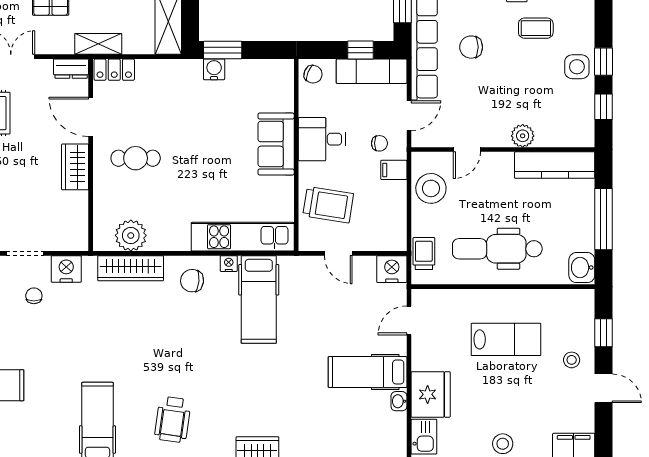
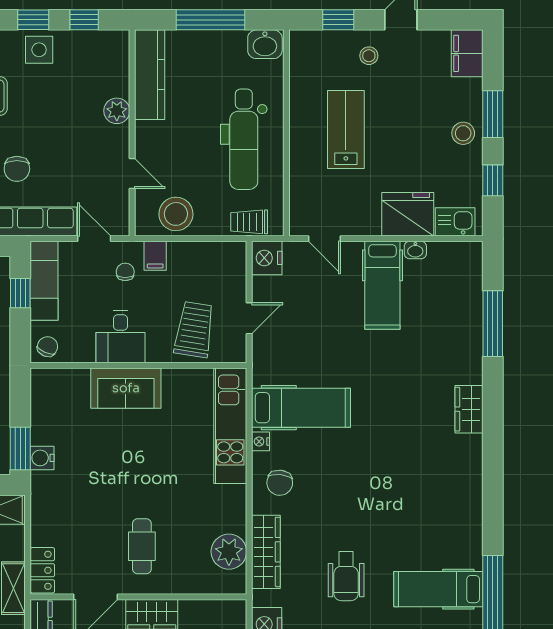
wheelchair: (173, 419) -> (346, 576), moved, turned 82

